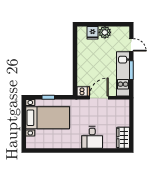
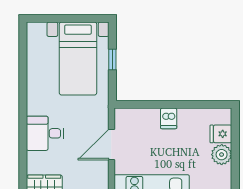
dishwasher: (83, 91) -> (169, 118), moved
door: (99, 98) -> (111, 144), swing flipped

